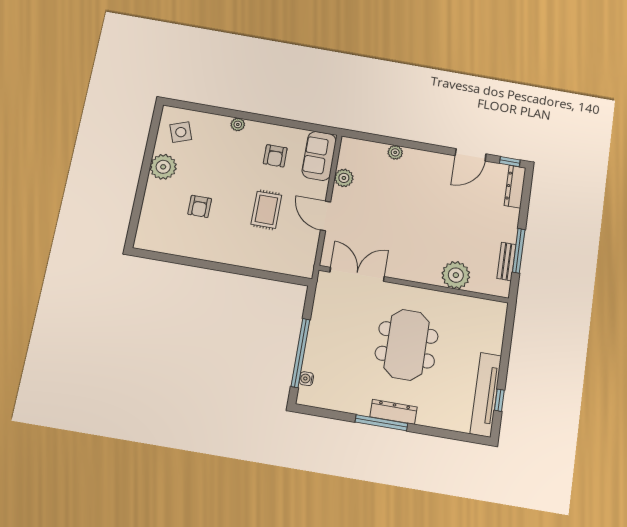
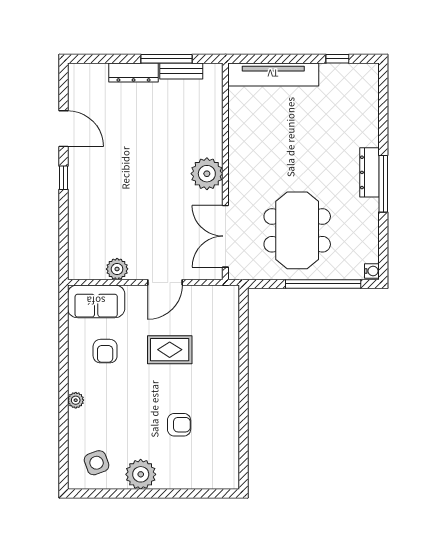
plant: (395, 152) -> (76, 215), removed
armchair: (275, 156) -> (105, 351), turned 90
window: (510, 162) -> (63, 178), moved
dresser: (515, 187) -> (134, 72), moved
plant: (456, 275) -> (207, 174), moved
meeting table: (407, 345) -> (297, 230), moved, turned 90
water cooler: (306, 379) -> (372, 271), moved, turned -90
tv unit: (486, 395) -> (273, 74), moved

